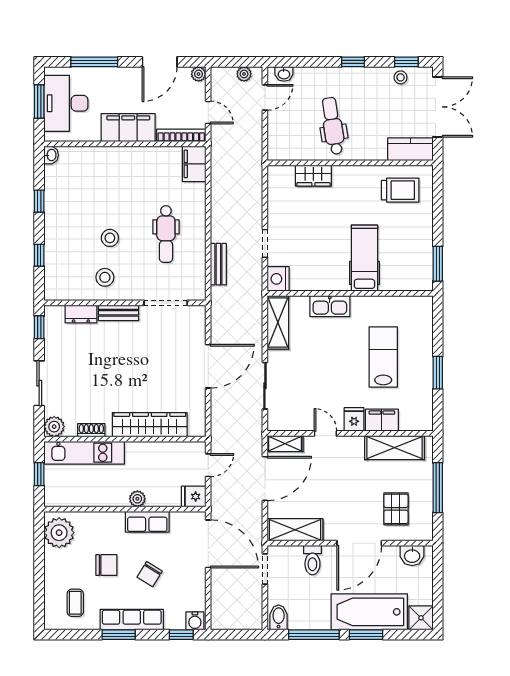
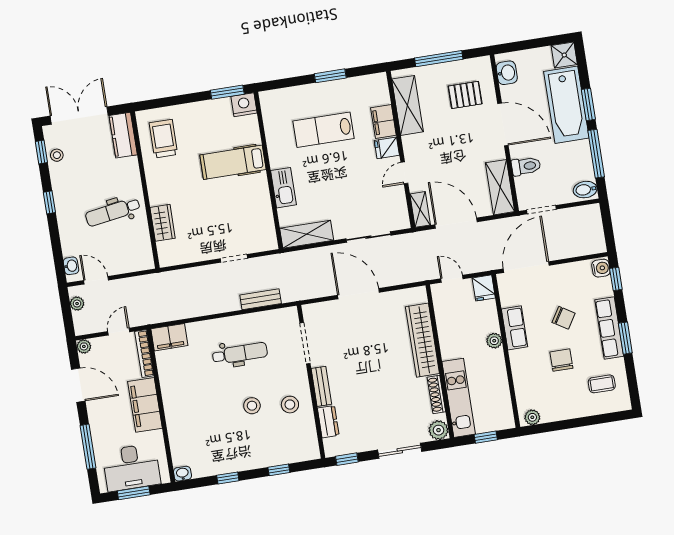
nightstand: (278, 279) -> (244, 105), moved, turned 180
shoe rack: (91, 430) -> (436, 394), width x1.43
plant: (59, 533) -> (532, 417), width x0.53, depth x0.53

